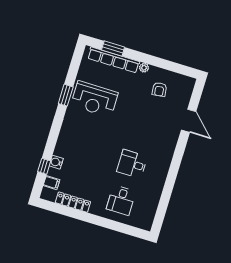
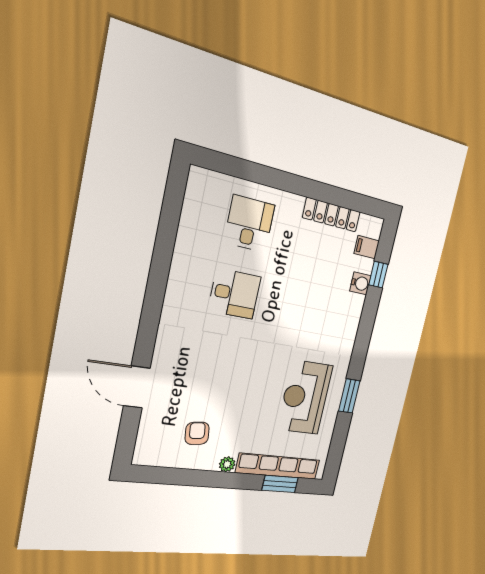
reception desk: (94, 99) -> (305, 397), turned -90

